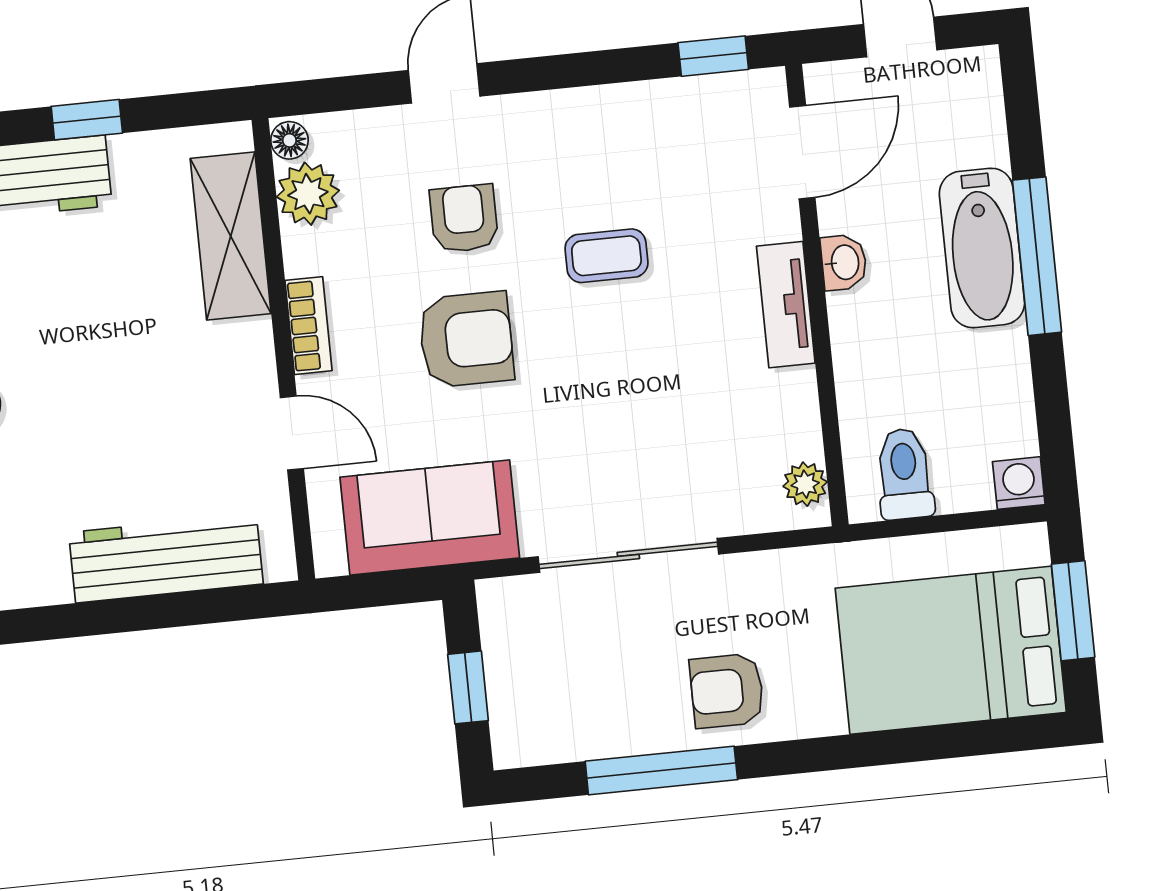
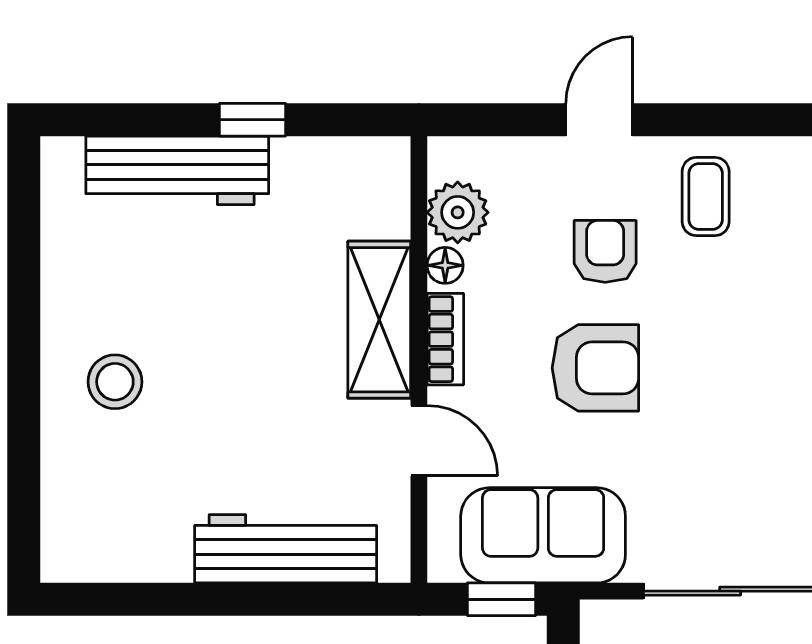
floor lamp: (289, 140) -> (445, 265), moved
shelving: (231, 236) -> (379, 320), moved
coffee table: (606, 256) -> (706, 197), moved, turned 90
window: (394, 588) -> (501, 599), added

